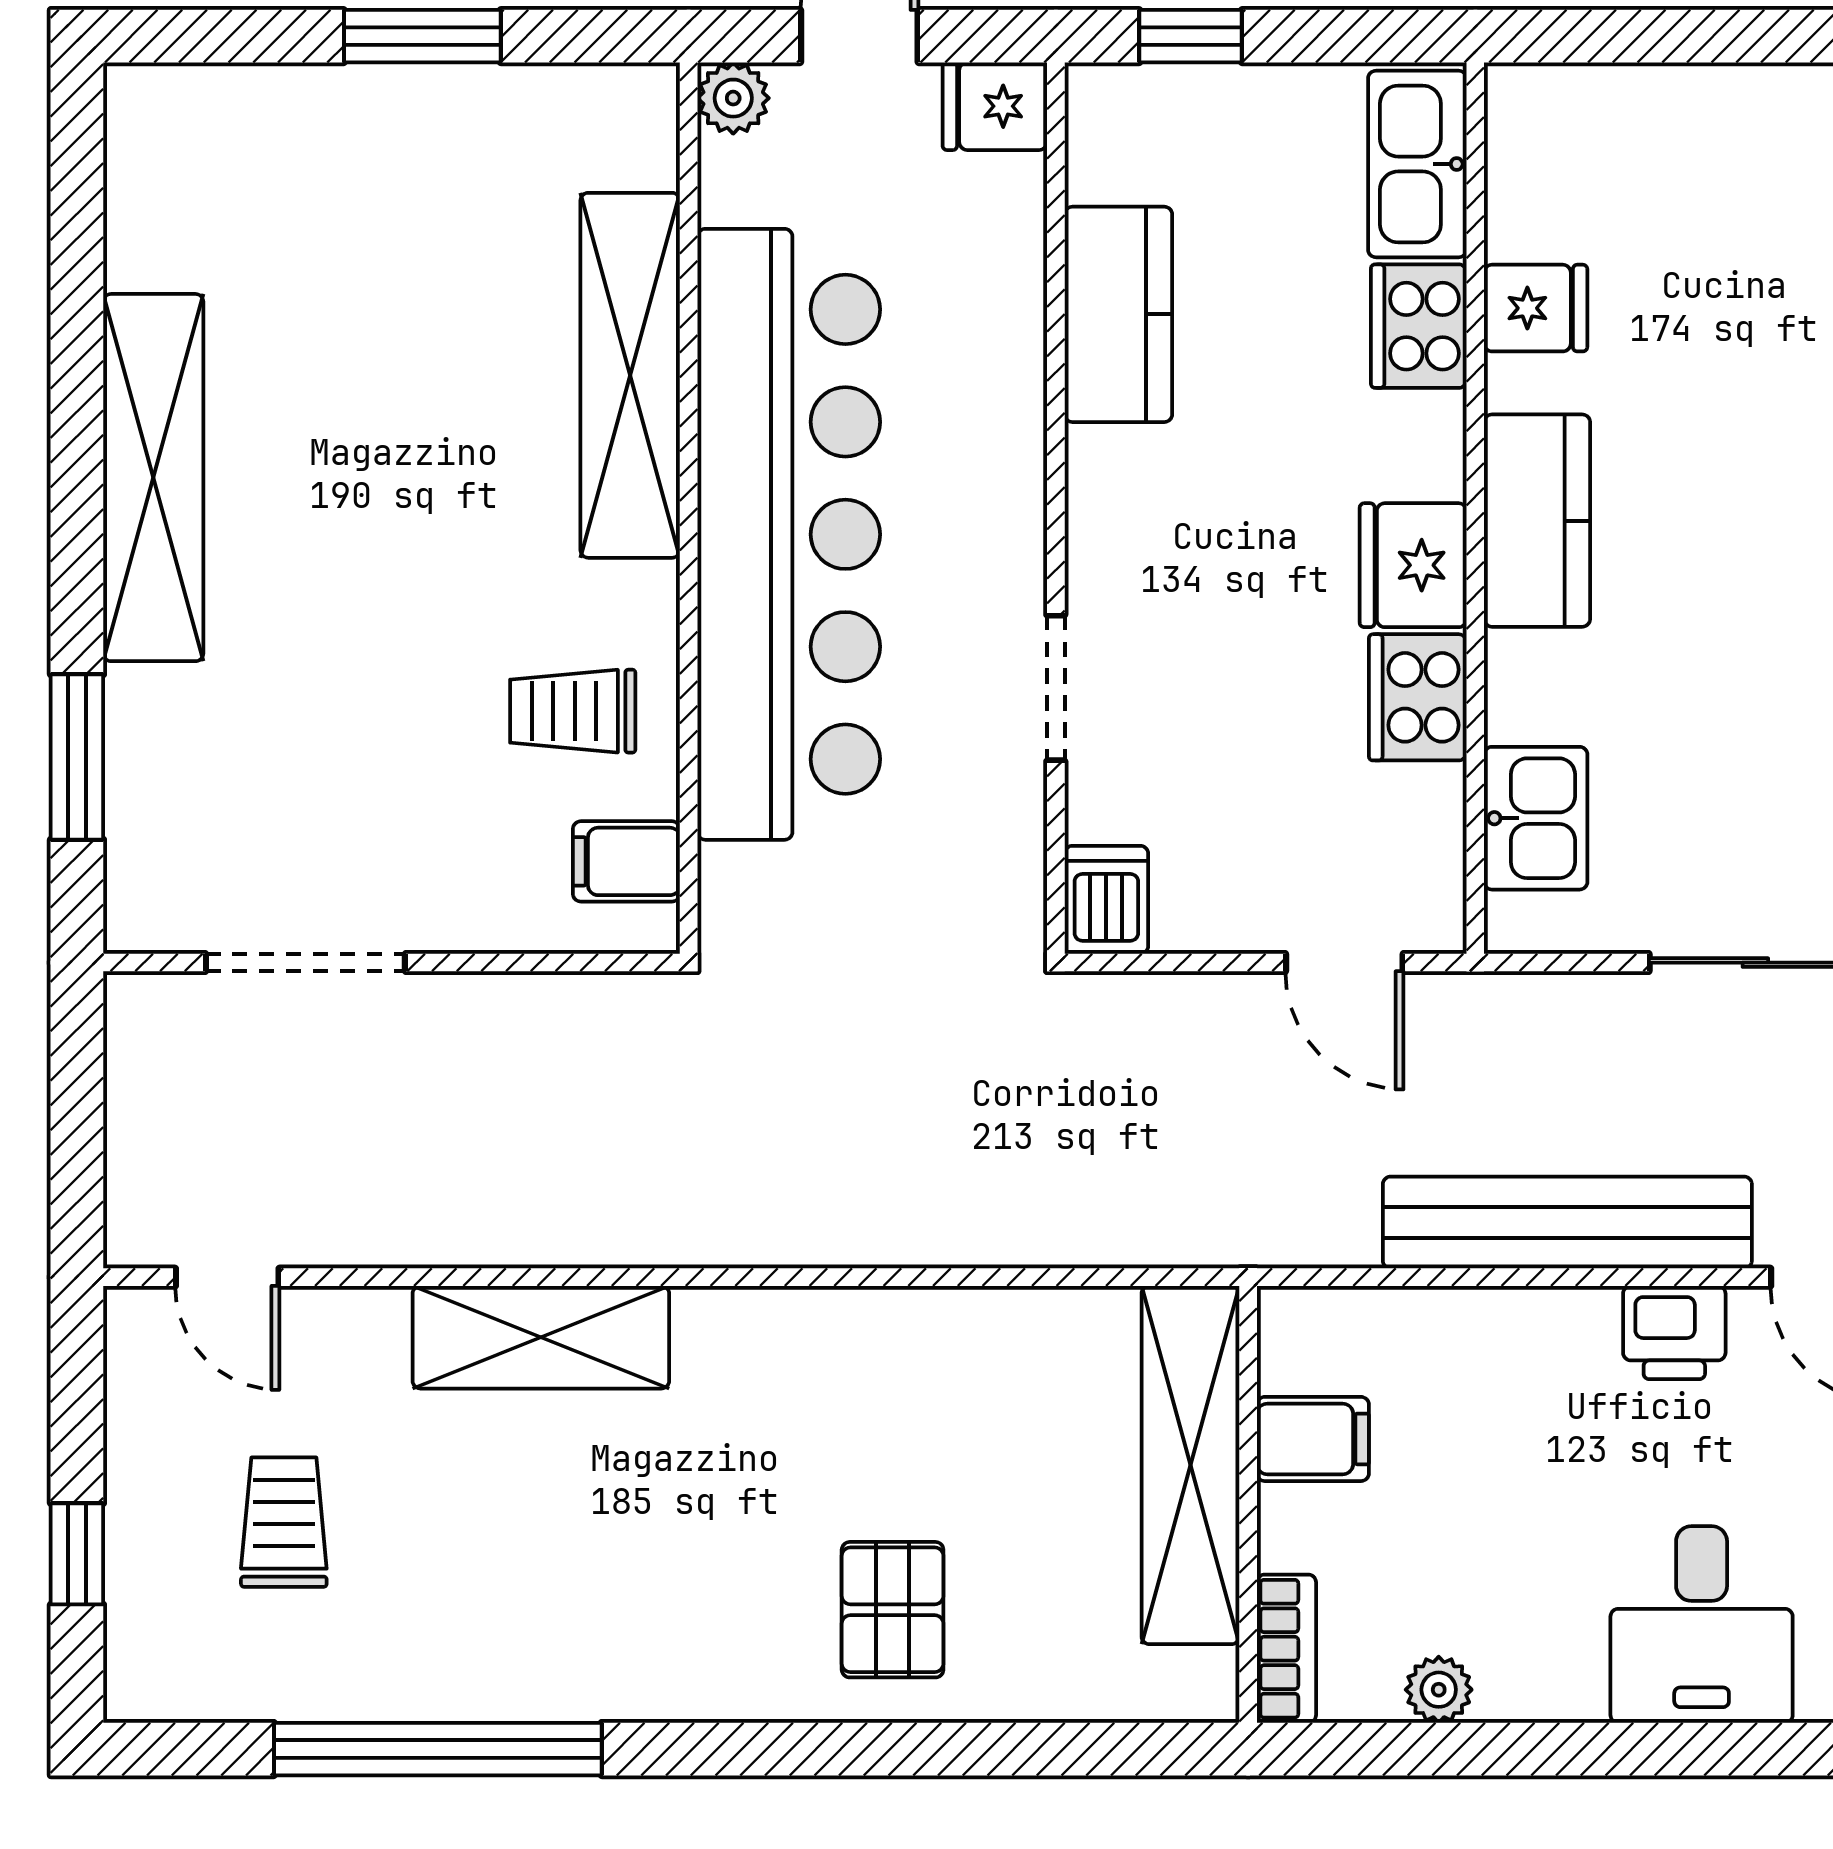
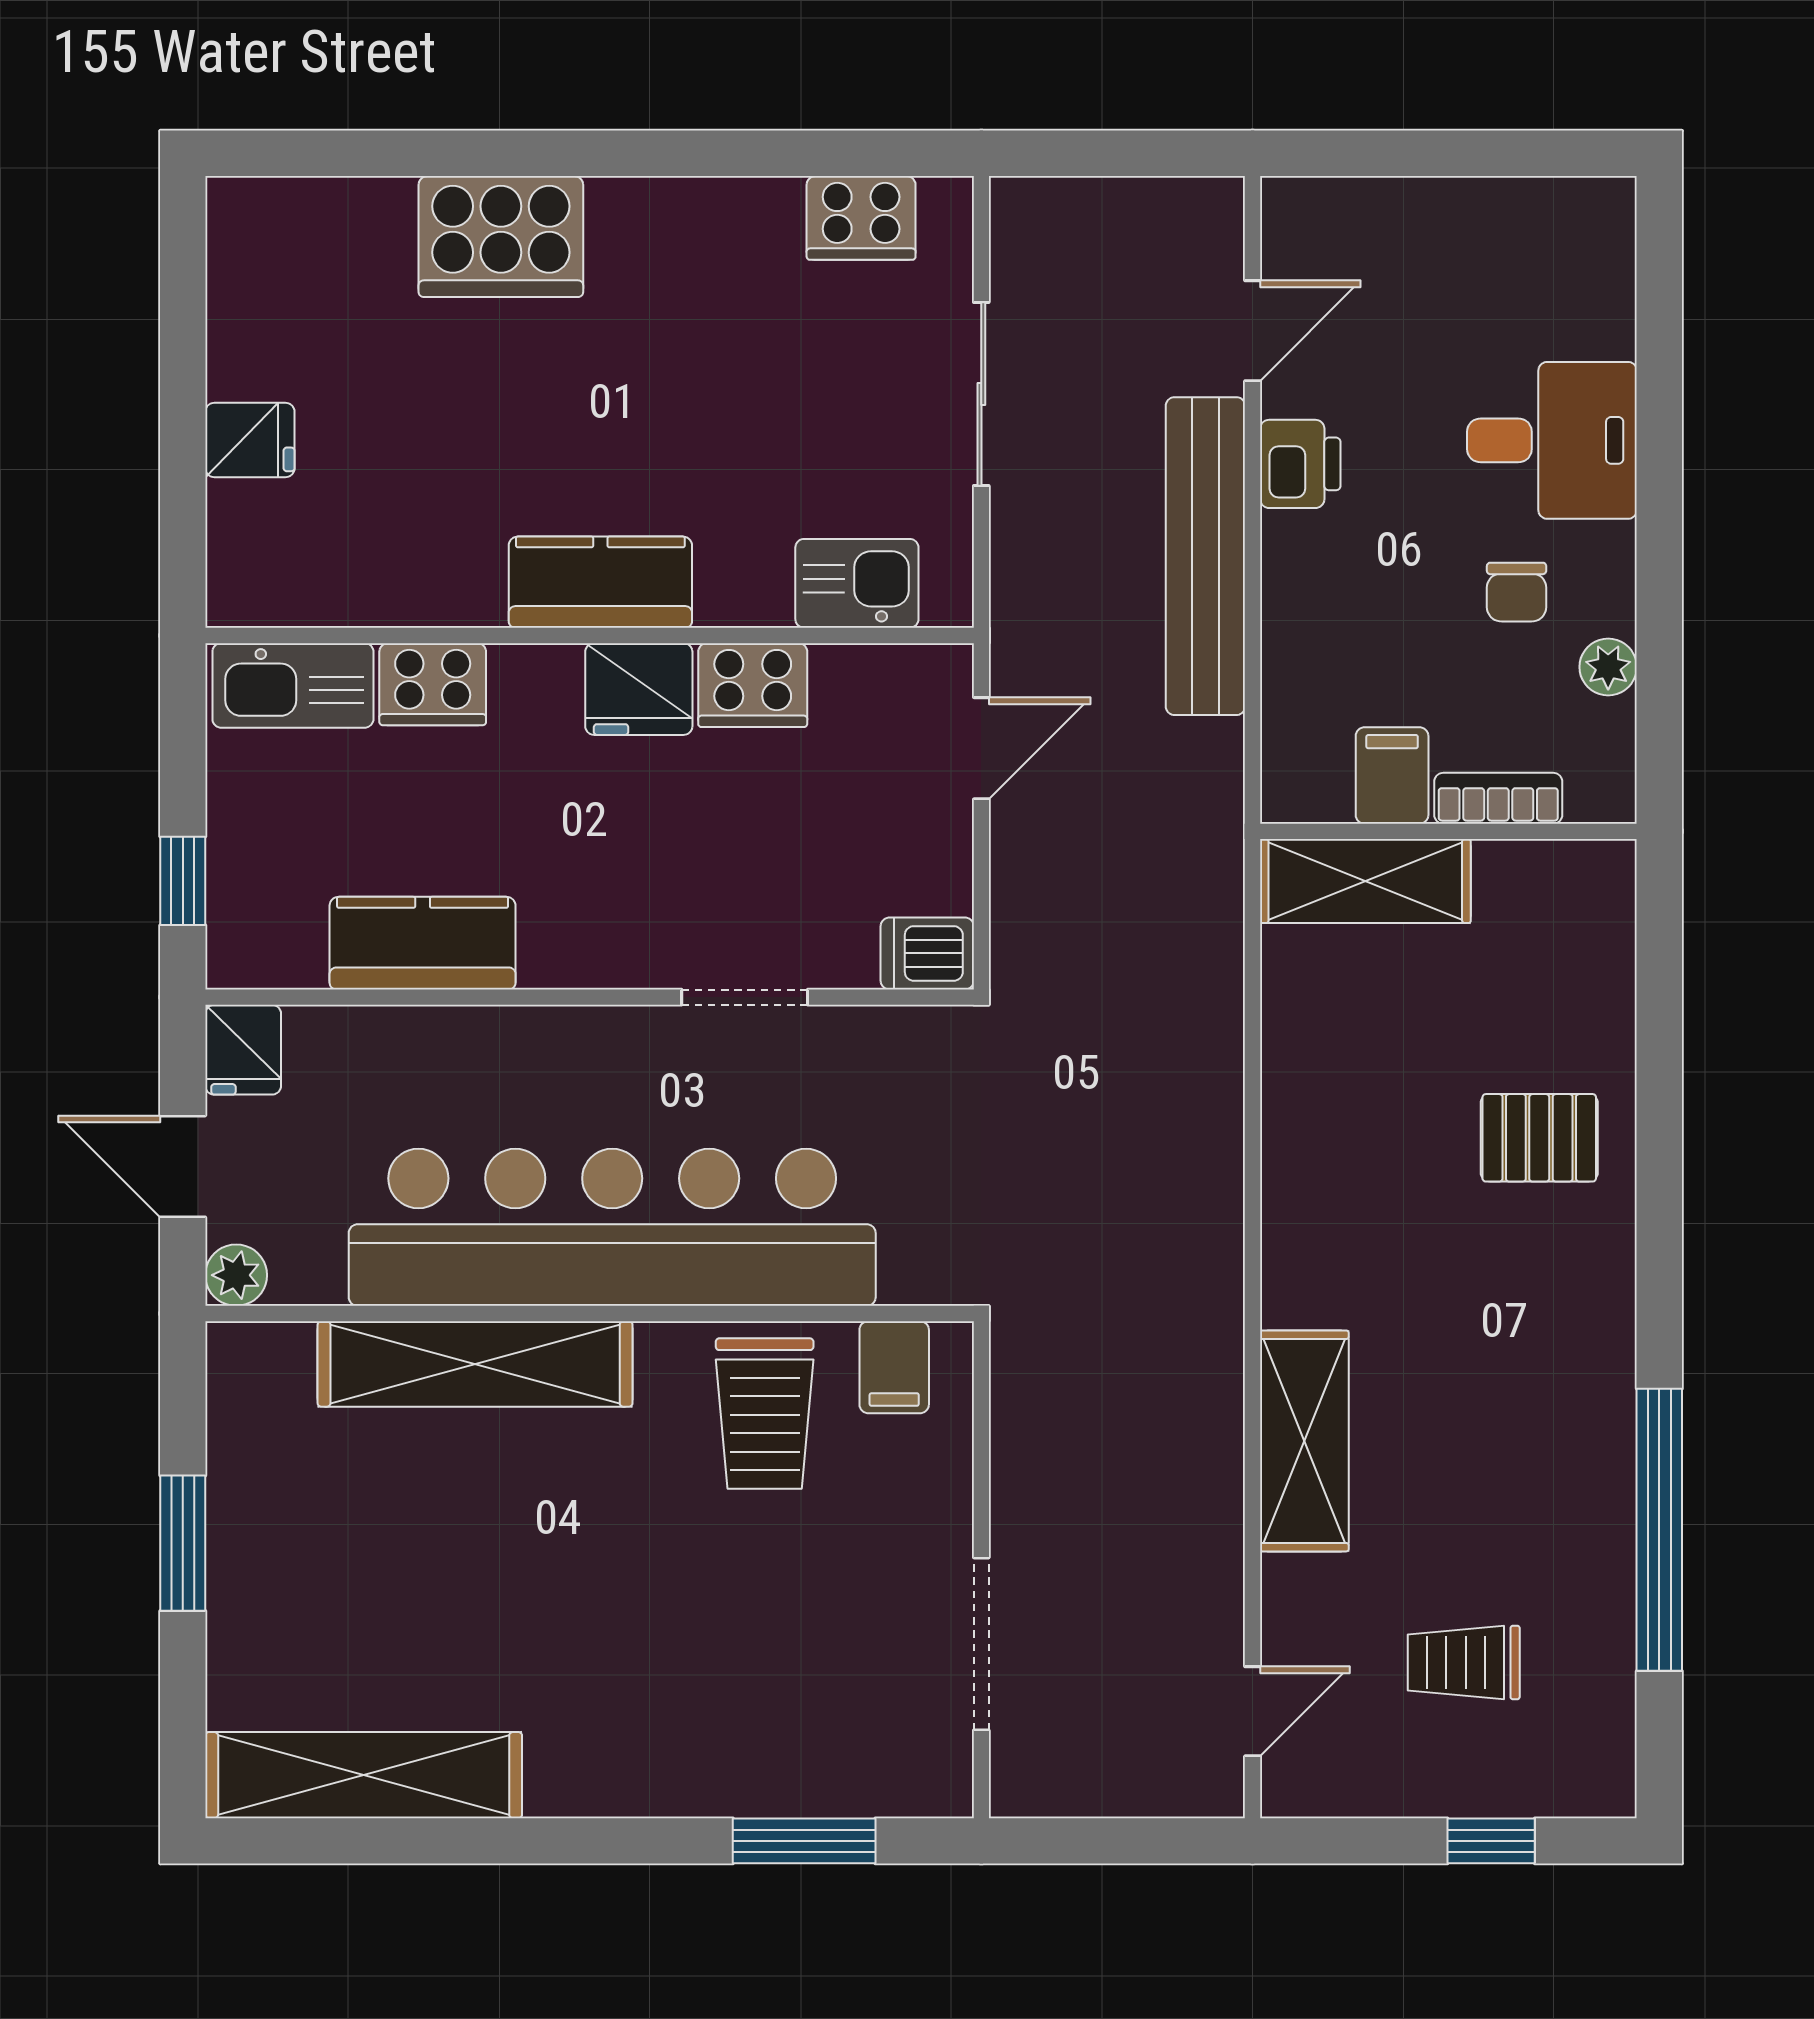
fridge: (1536, 308) -> (250, 440), moved, turned 90
shelving: (153, 478) -> (364, 1775), moved
trolley: (573, 711) -> (765, 1414), width x1.36, depth x1.39
shelving: (1190, 1465) -> (1365, 881), width x0.68
chair: (1526, 1583) -> (1517, 592), added
bookcase: (1286, 1649) -> (1498, 798), moved

